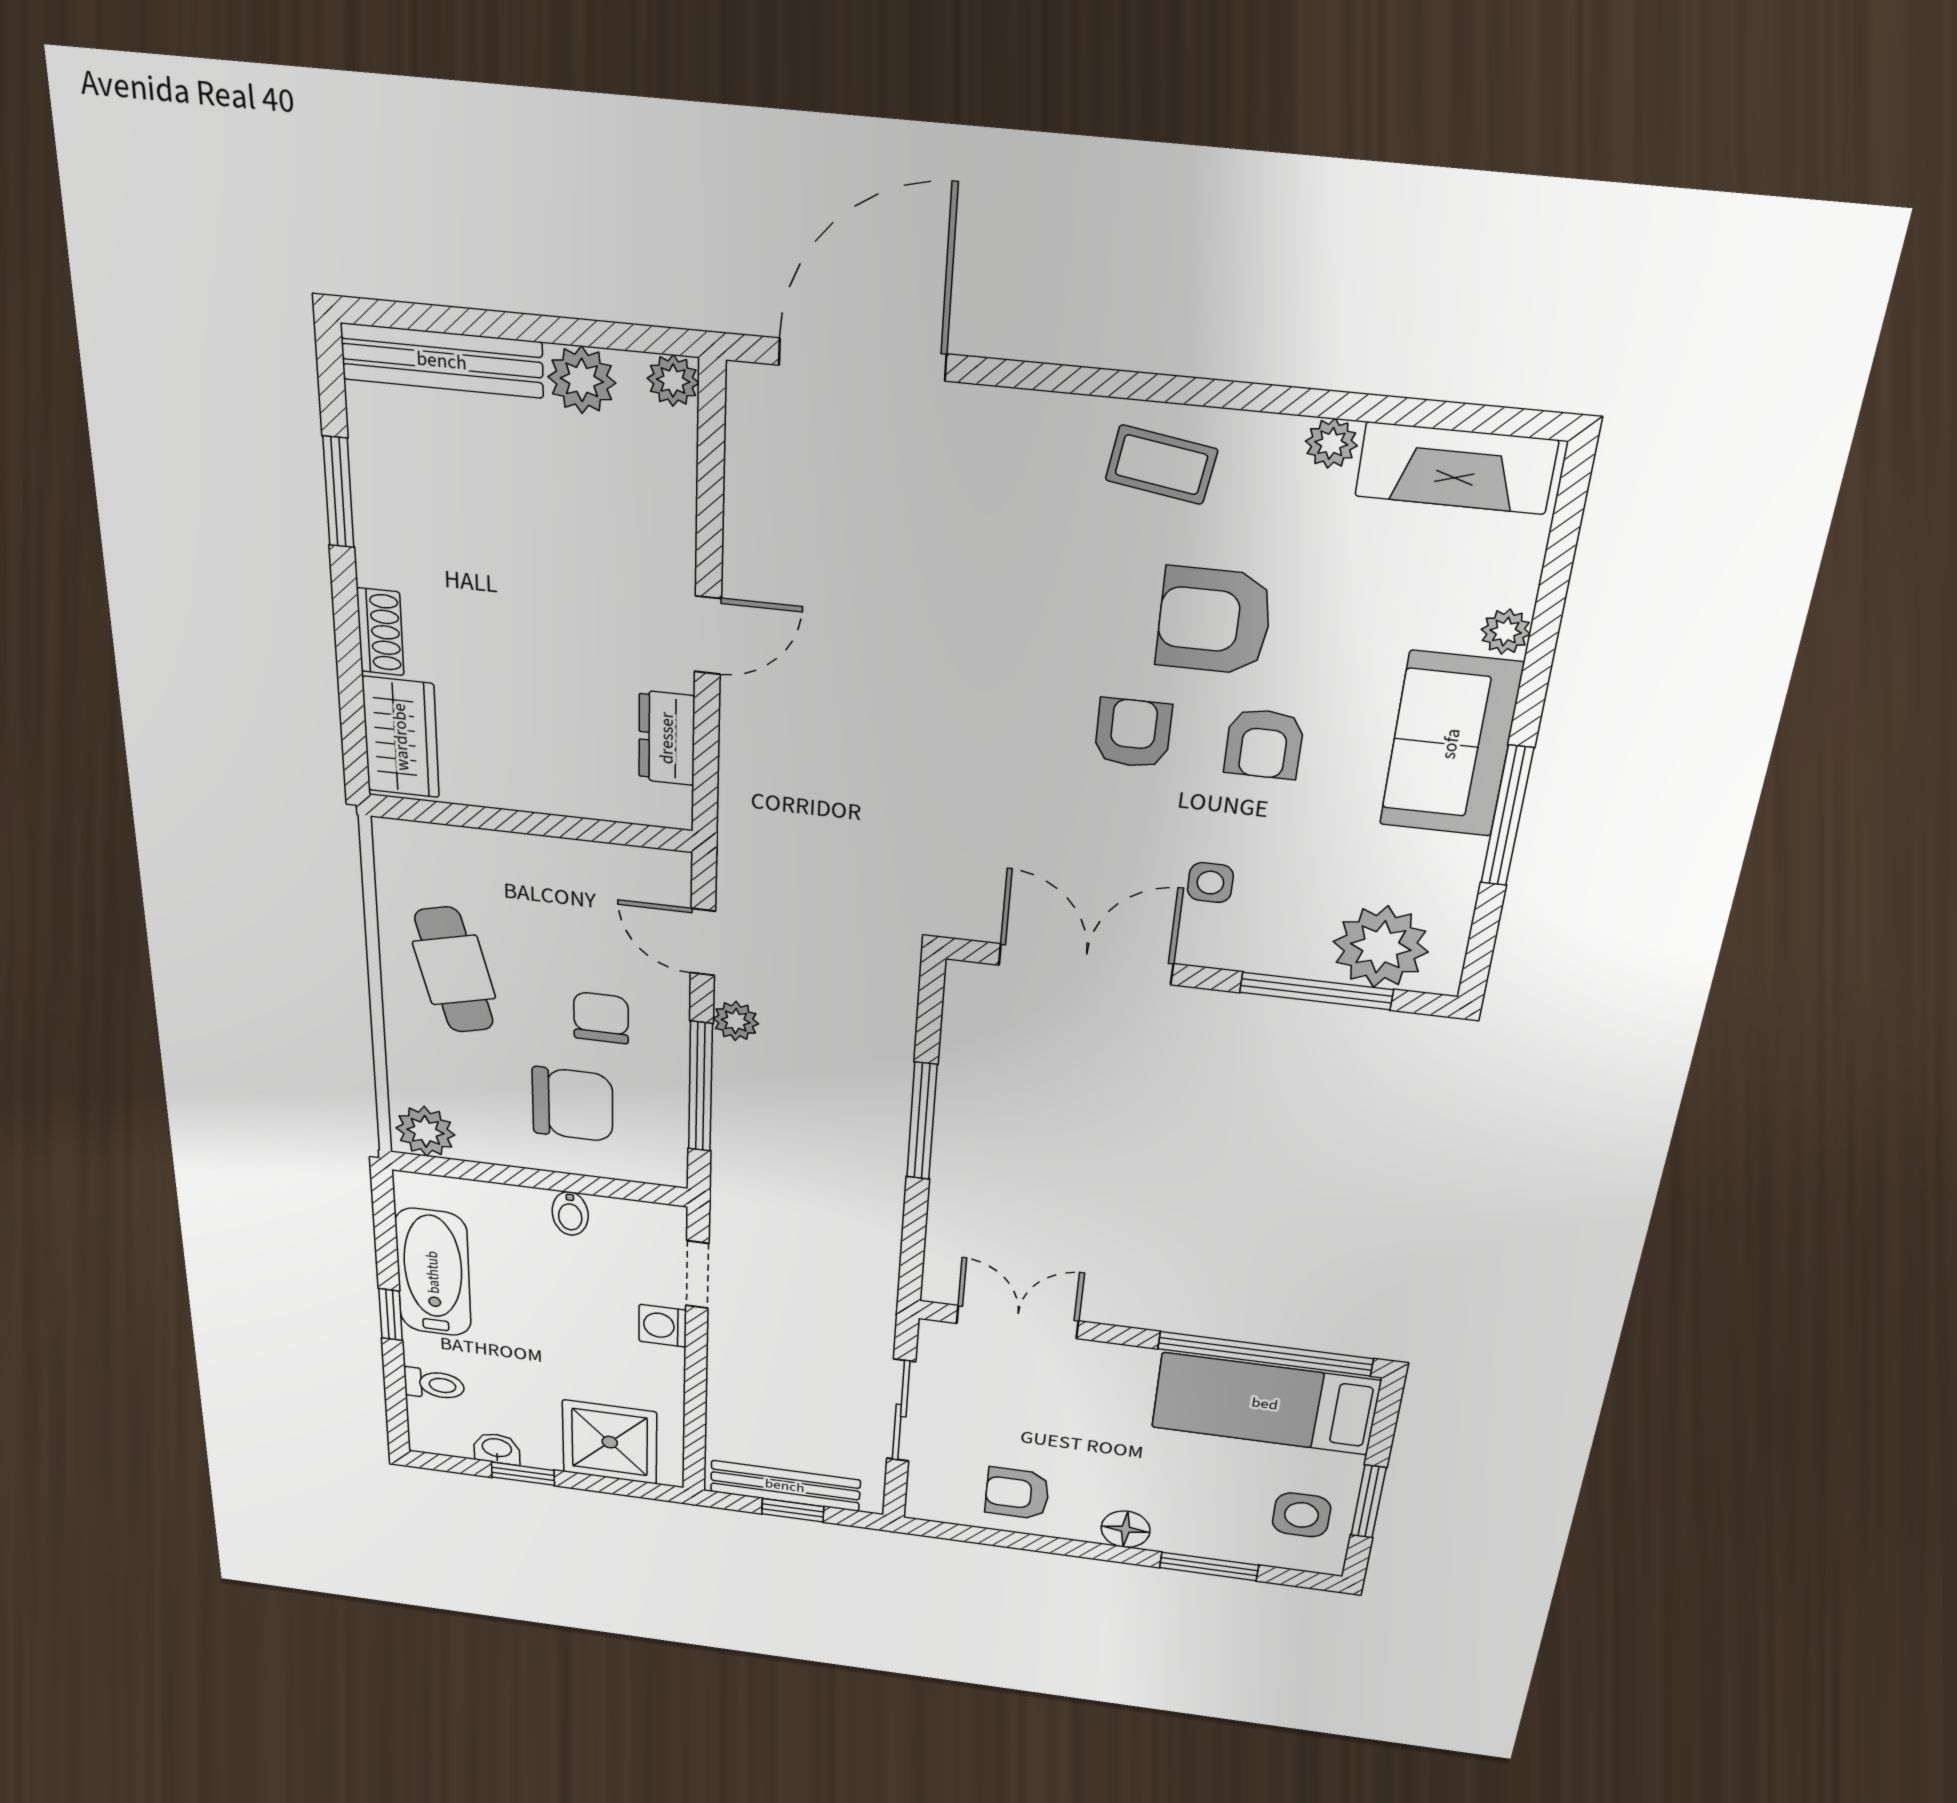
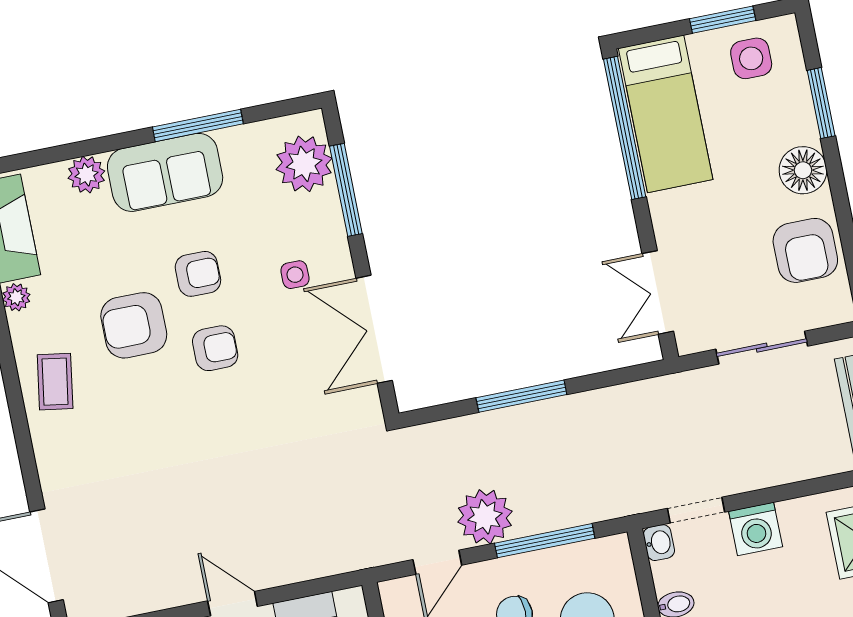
armchair: (1214, 621) -> (134, 325), turned 90
plant: (1506, 632) -> (86, 175), width x1.38, depth x1.38
armchair: (1133, 733) -> (215, 348), turned 180
plant: (736, 1021) -> (485, 517), width x1.87, depth x1.87
washbasin: (663, 1220) -> (659, 543), added
washing machine: (663, 1326) -> (756, 529), width x1.38, depth x1.38
armchair: (1017, 1493) -> (805, 250), width x1.38, depth x1.38
floor lamp: (1126, 1529) -> (803, 170), width x1.38, depth x1.38

